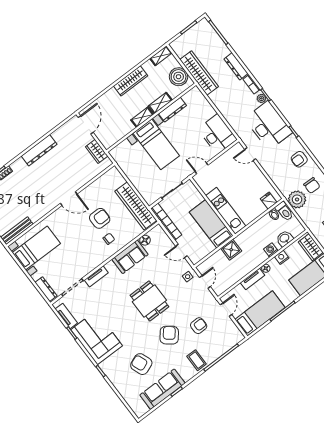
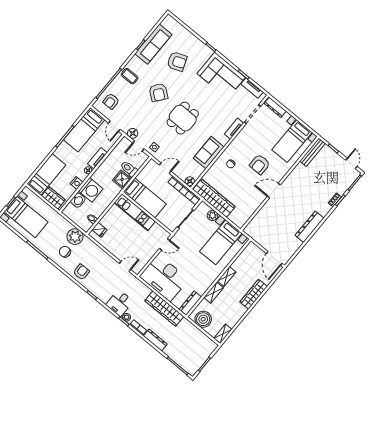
wardrobe: (199, 73) -> (164, 309), moved
wardrobe: (131, 81) -> (254, 294), moved
dresser: (172, 110) -> (190, 303), moved
desk: (268, 125) -> (120, 303), width x0.53, depth x0.77
desk: (217, 134) -> (164, 278), width x1.36, depth x1.30
bed with nightstands: (156, 144) -> (221, 242), moved, turned -90
wardrobe: (97, 151) -> (259, 237), removed
plant: (142, 187) -> (213, 215), added
toilet: (284, 211) -> (129, 169), moved
armchair: (100, 218) -> (260, 164), moved
floor lamp: (145, 240) -> (190, 181), moved
washing machine: (271, 250) -> (91, 190), width x1.89, depth x1.89
door: (205, 282) -> (138, 146), hinge flipped
floor lamp: (208, 297) -> (133, 133), added
dining table: (149, 301) -> (183, 118), turned 90
armchair: (199, 326) -> (111, 101), moved

